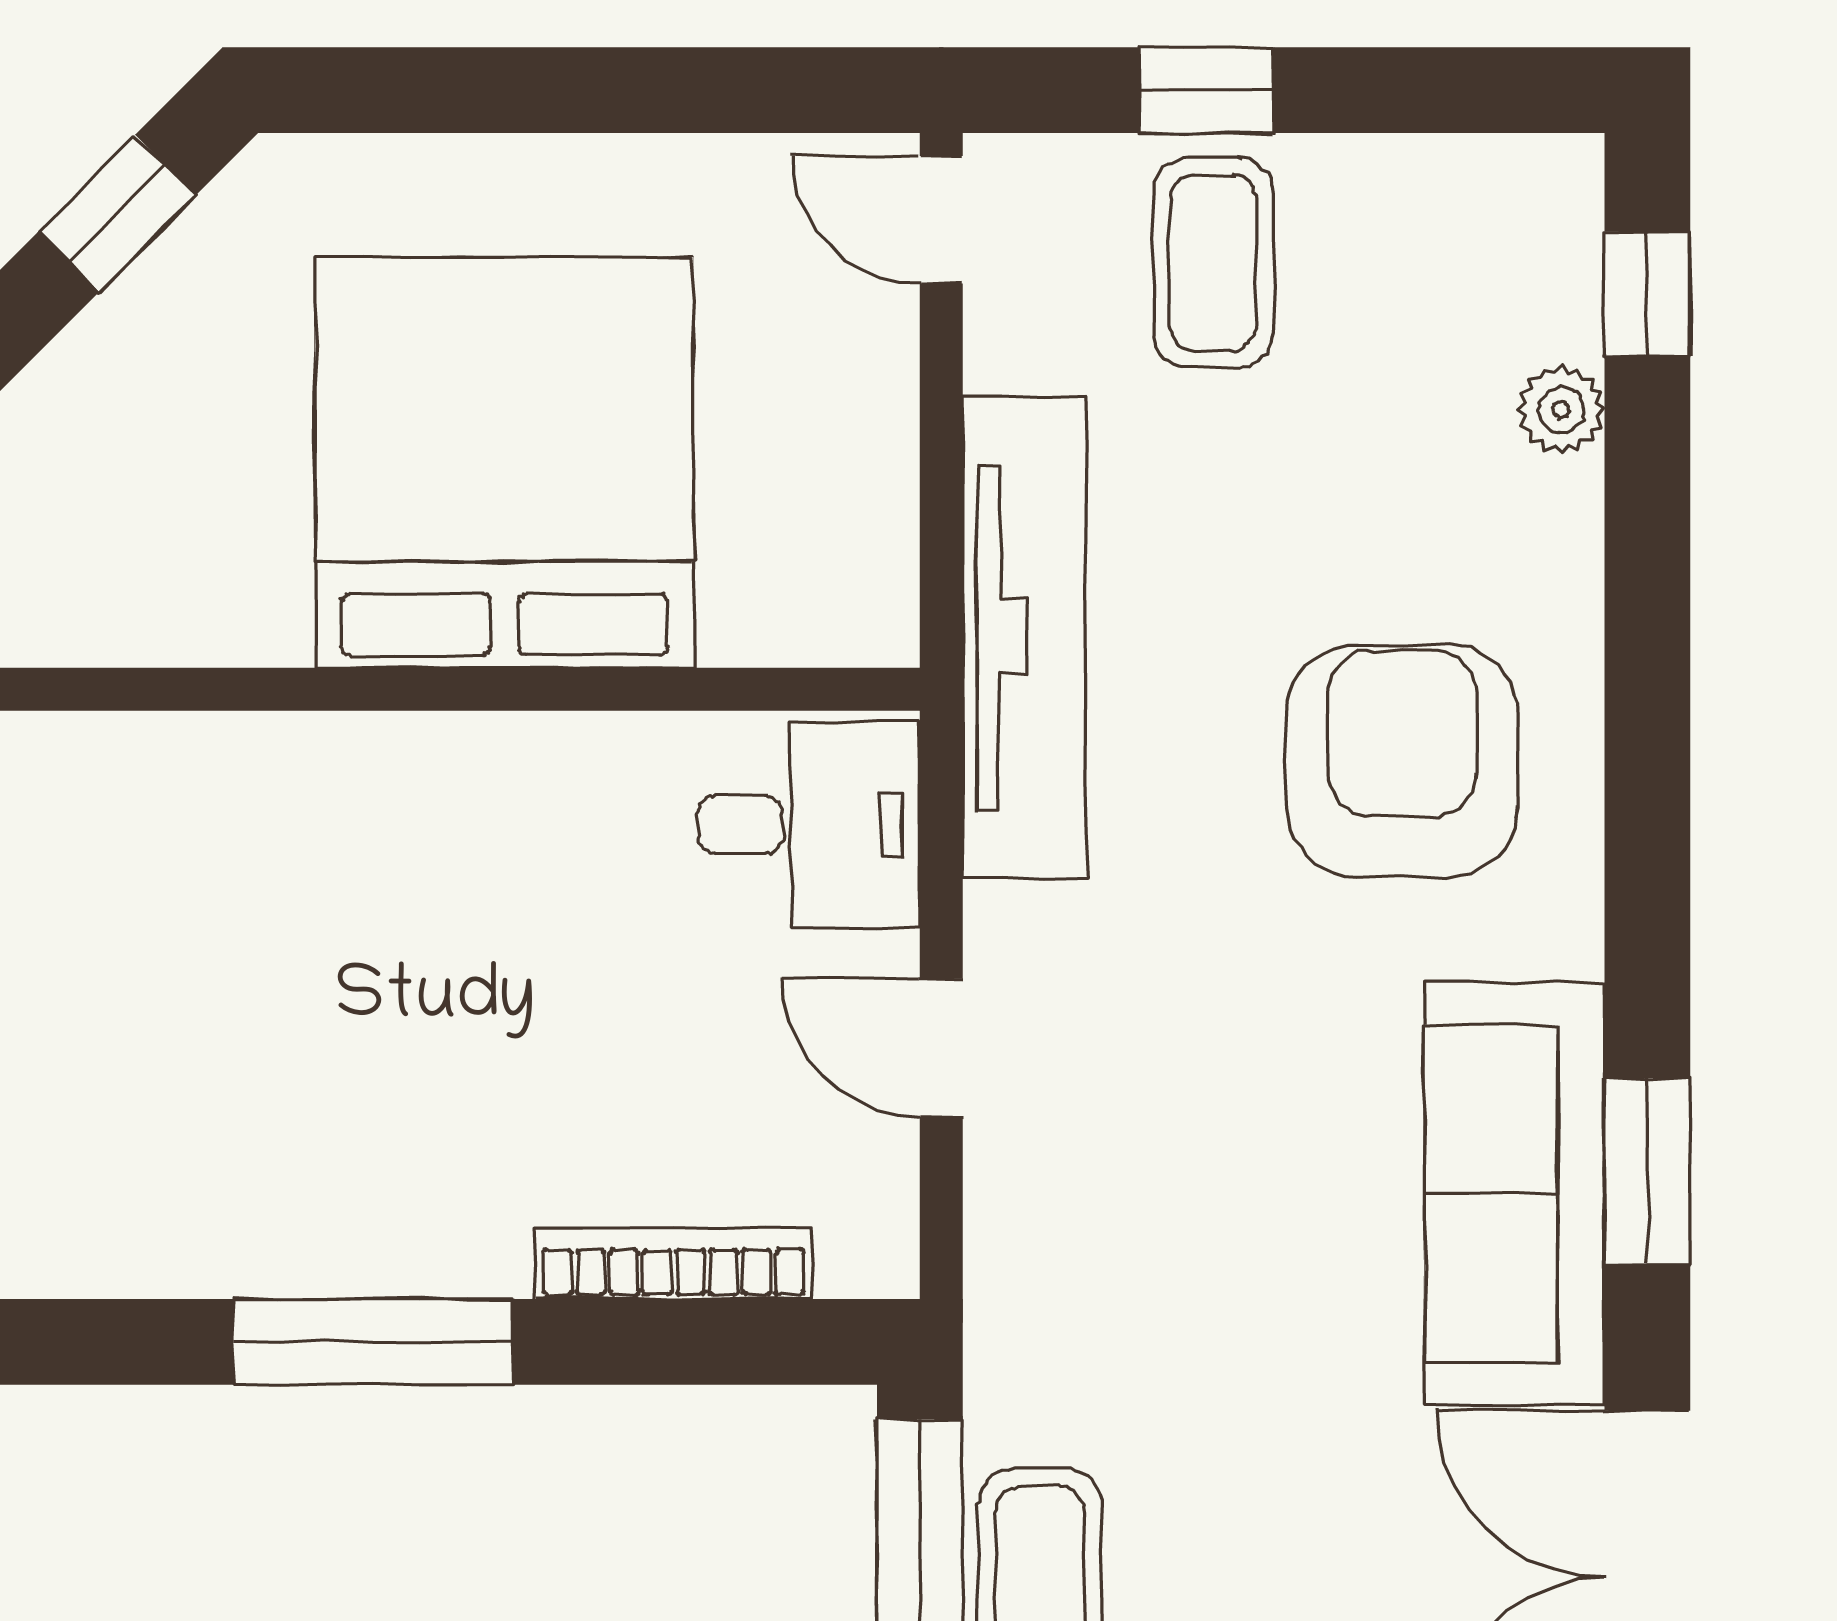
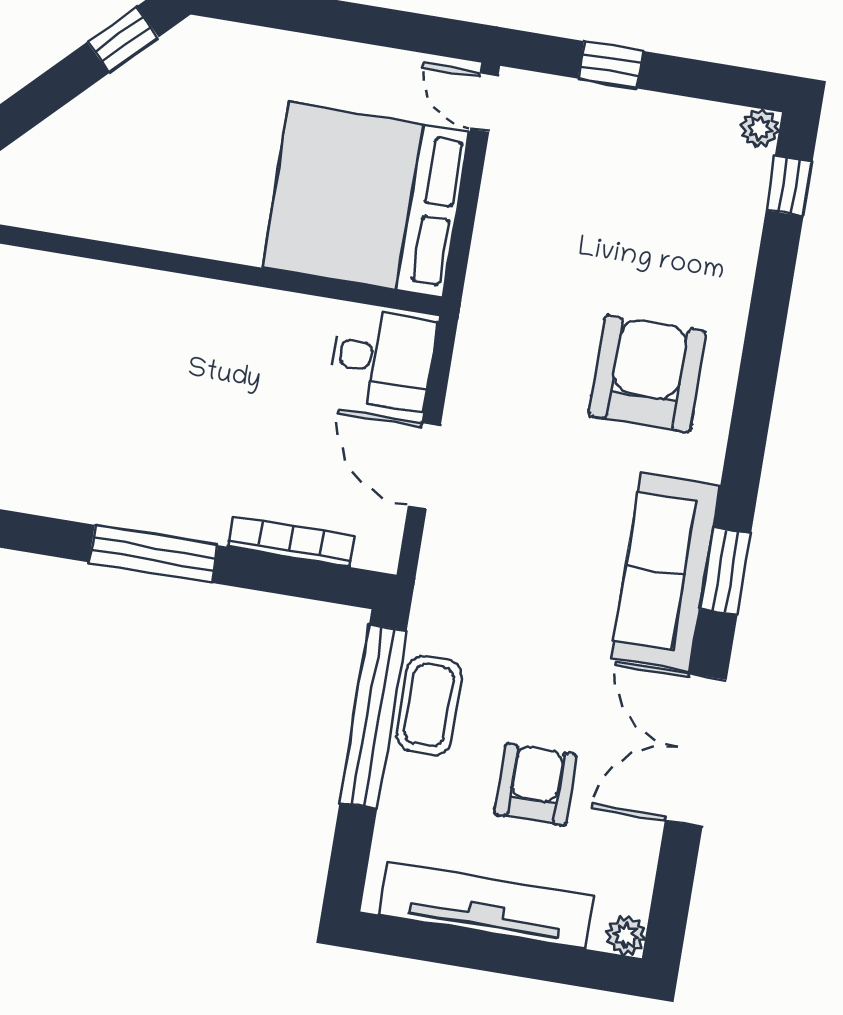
coffee table: (1213, 263) -> (601, 141), removed
plant: (1561, 410) -> (760, 128), moved
bed: (505, 463) -> (366, 200), moved, turned -90
tv unit: (1024, 637) -> (491, 292), removed
door: (941, 1048) -> (424, 466), width x1.38

